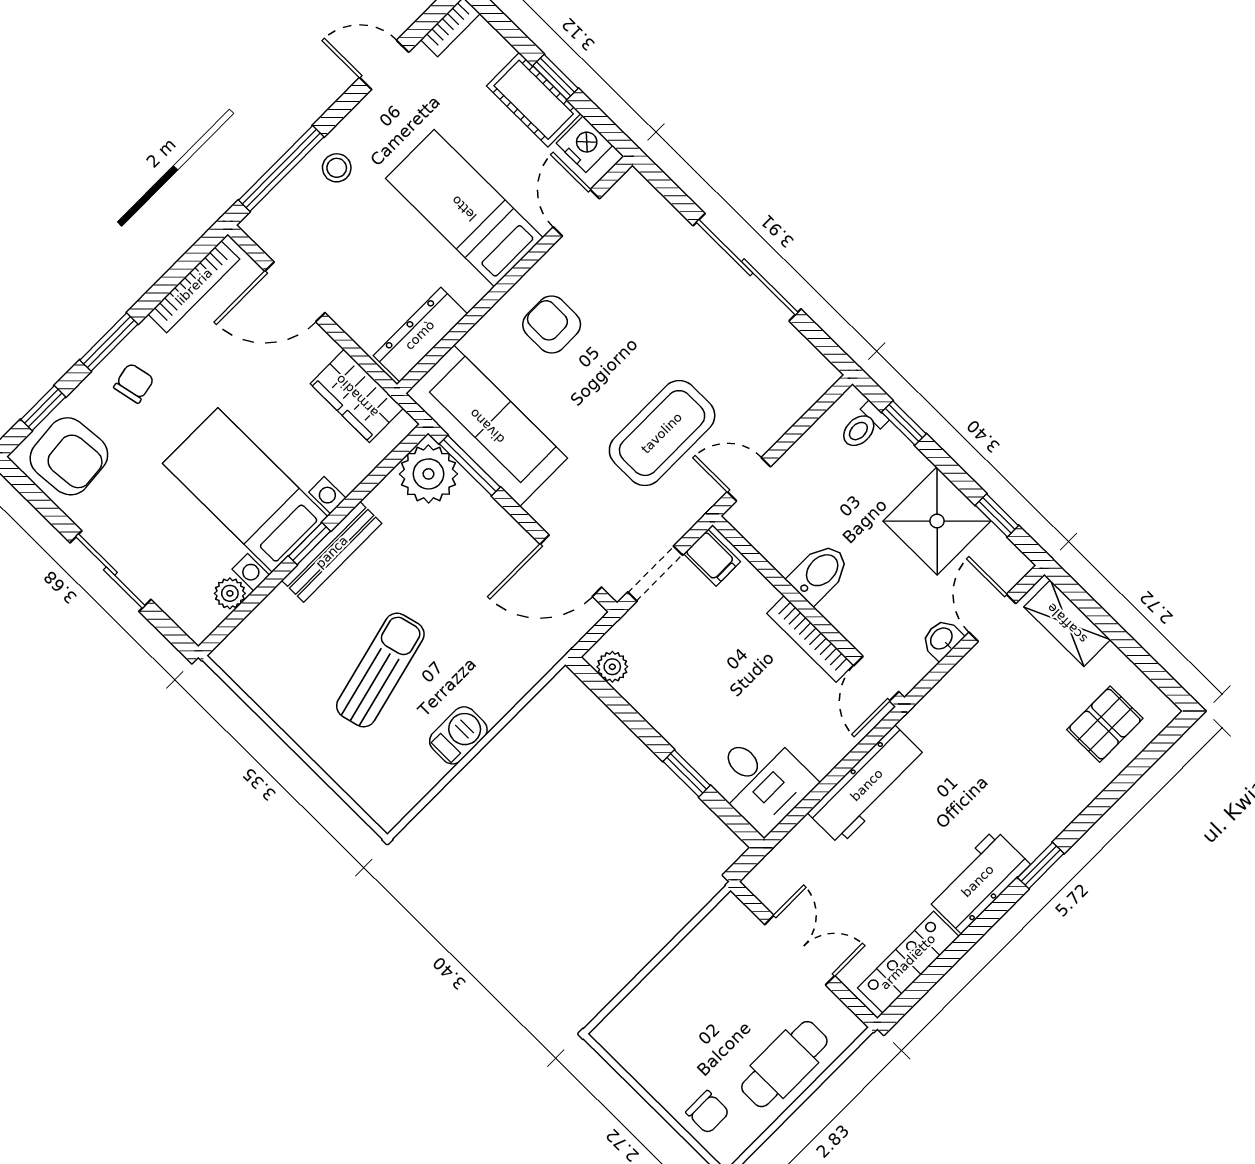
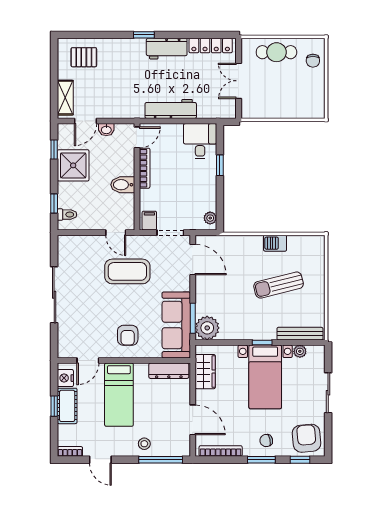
bench: (332, 552) -> (300, 334), moved
chair: (708, 1112) -> (313, 61), turned 180

